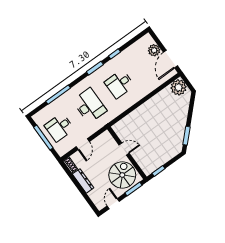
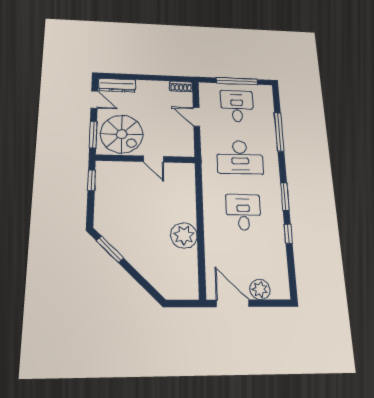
plant: (179, 87) -> (184, 235), moved
door: (124, 149) -> (153, 159), hinge flipped
dresser: (83, 181) -> (117, 85), moved

